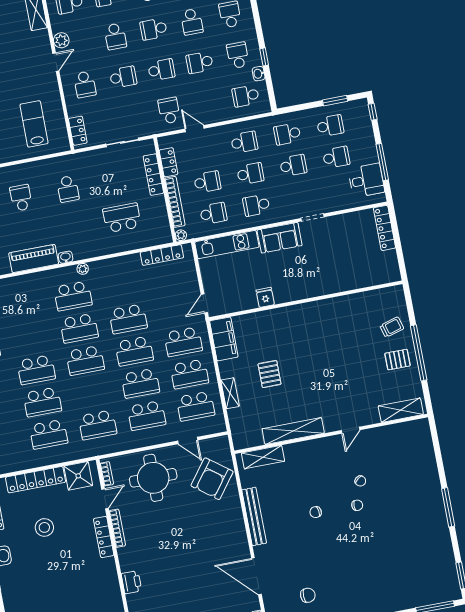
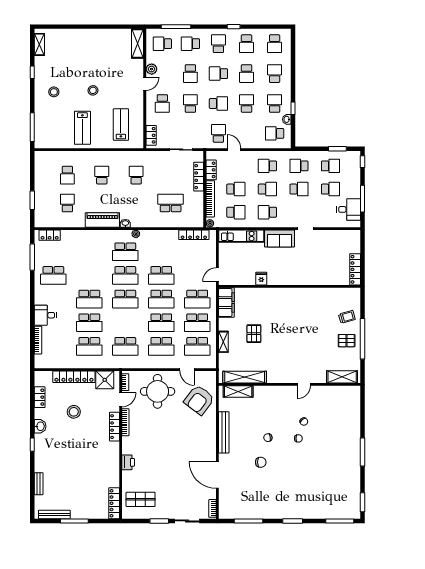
school desk: (200, 63) -> (247, 103), turned 90
school desk: (123, 77) -> (190, 103), turned -90
school desk: (244, 142) -> (267, 166), turned 180
school desk: (68, 189) -> (136, 175), turned 180
locker: (384, 228) -> (355, 269), moved
shelving: (293, 431) -> (245, 377), moved
chair: (308, 595) -> (261, 462), moved

